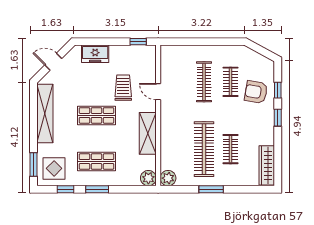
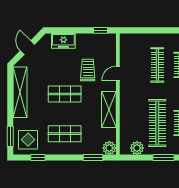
door: (53, 62) -> (27, 48), hinge flipped
door: (158, 92) -> (118, 73), hinge flipped
plant: (168, 178) -> (137, 148), moved
window: (97, 189) -> (93, 158), moved

